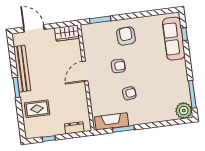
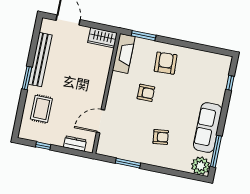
sofa: (174, 39) -> (208, 127), moved
door: (85, 71) -> (101, 121), moved
armchair: (129, 93) -> (161, 137), moved
rug: (37, 109) -> (41, 109), turned 90
fireplace: (112, 121) -> (124, 53), moved, turned 90

